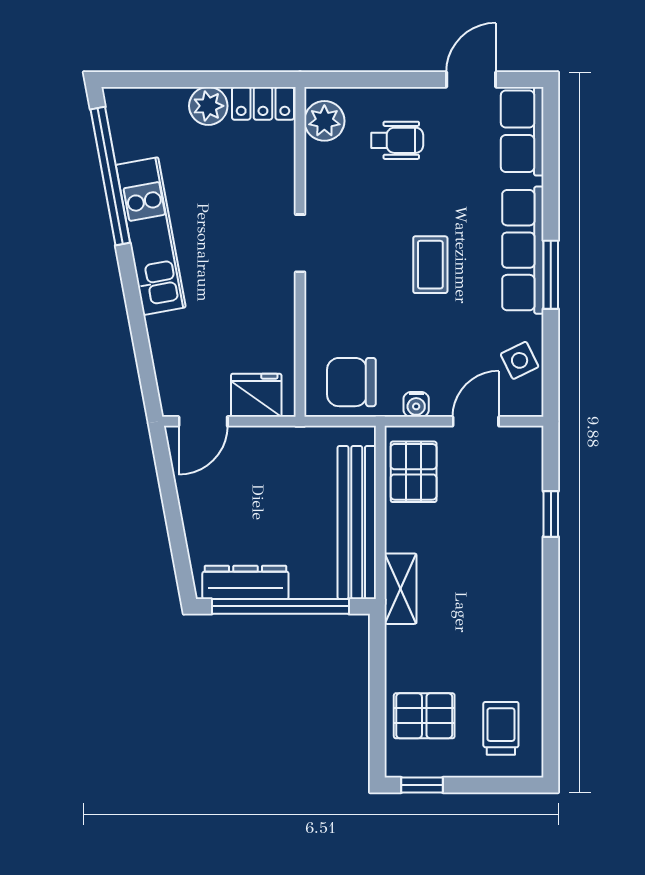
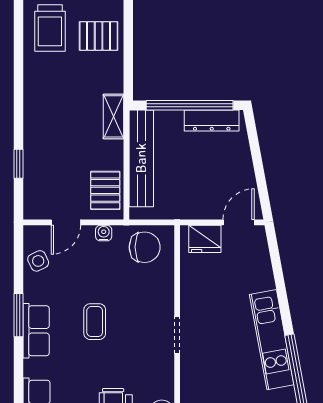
row of seats: (523, 250) -> (36, 331), width x0.68
trolley: (501, 728) -> (50, 28), width x1.36, depth x1.39

